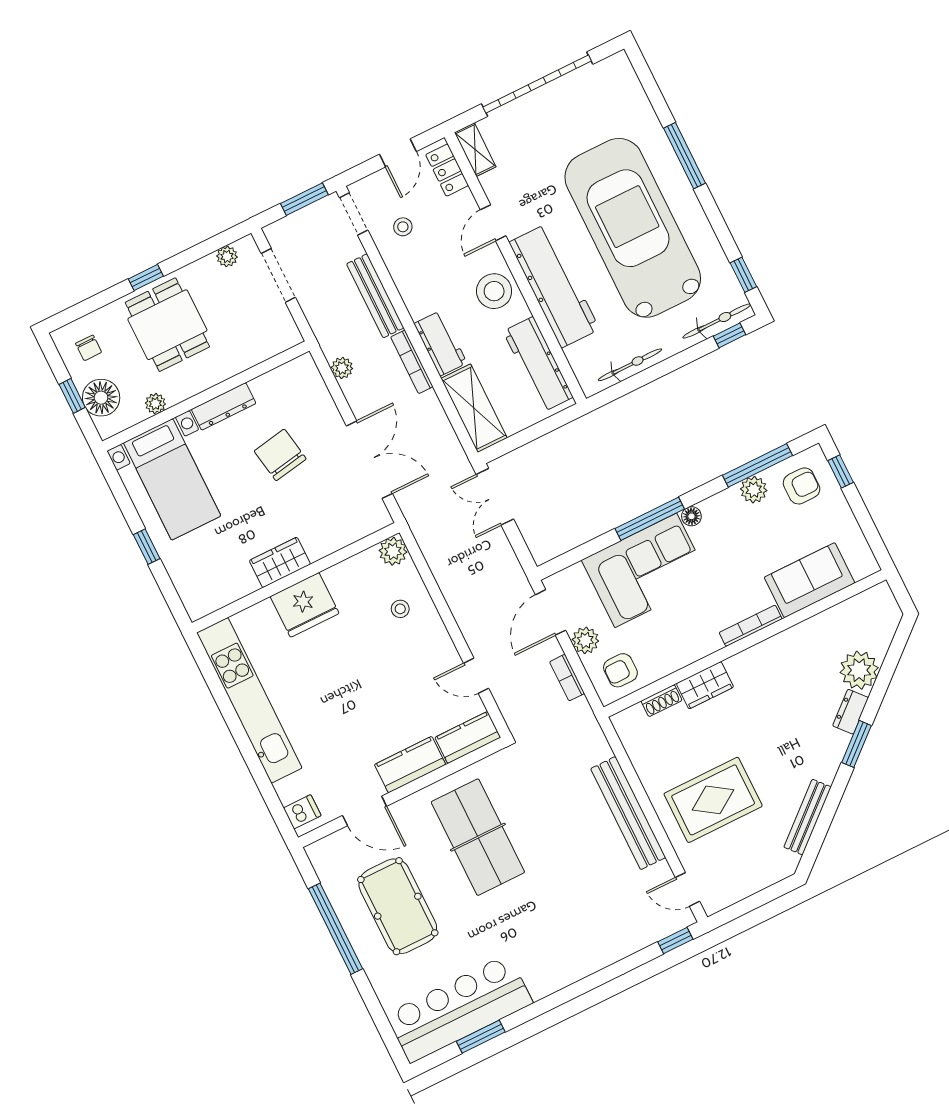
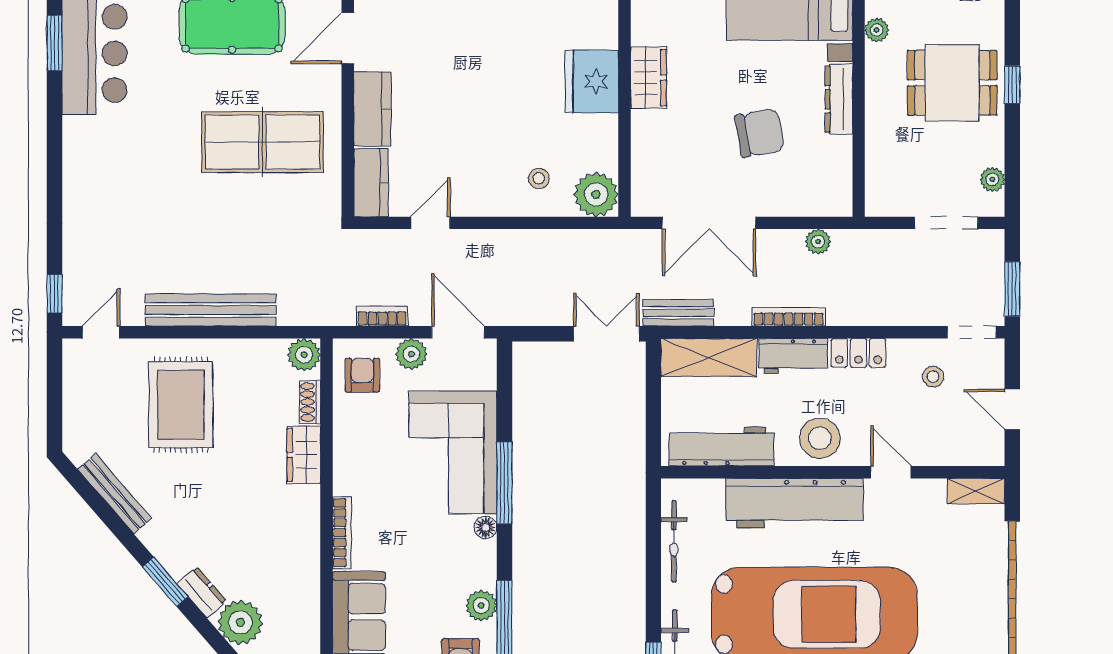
locker: (447, 170) -> (858, 353), moved, turned 180
bench: (375, 296) -> (678, 313), moved, width x0.73
plant: (393, 551) -> (596, 194), width x1.36, depth x1.36
plant: (627, 723) -> (304, 355), added

